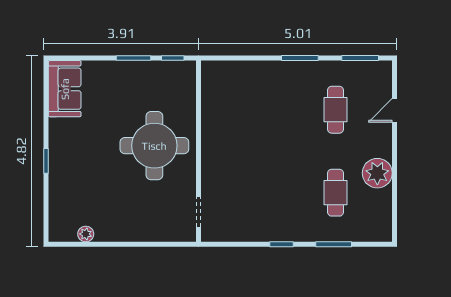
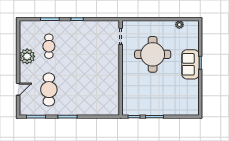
sofa: (65, 89) -> (190, 64), moved
cafe table: (336, 110) -> (49, 90), width x1.37, depth x1.35
round table: (154, 146) -> (153, 54), moved

